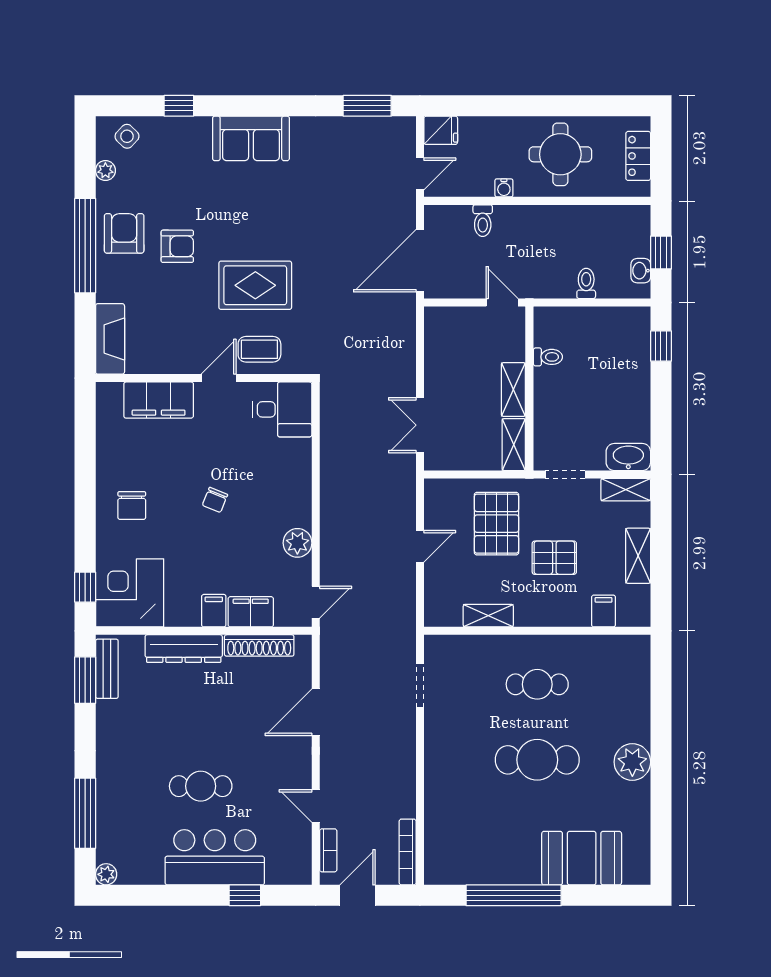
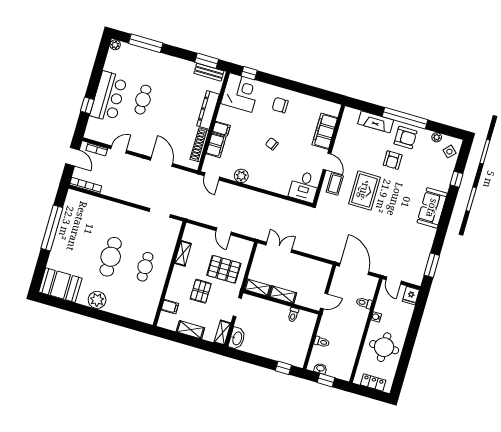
fireplace: (110, 339) -> (376, 122), moved
booth: (582, 858) -> (60, 285), moved, turned 90

